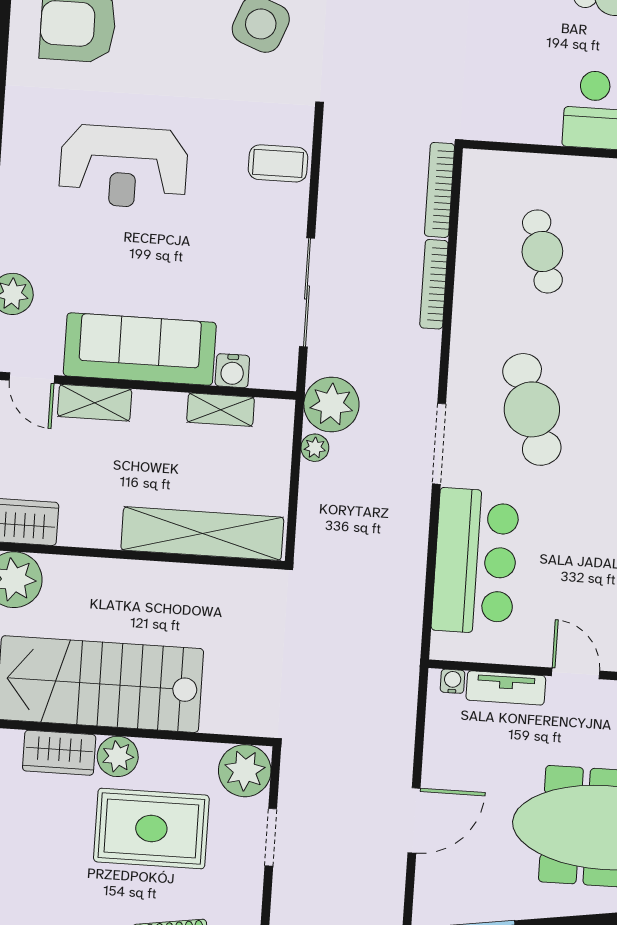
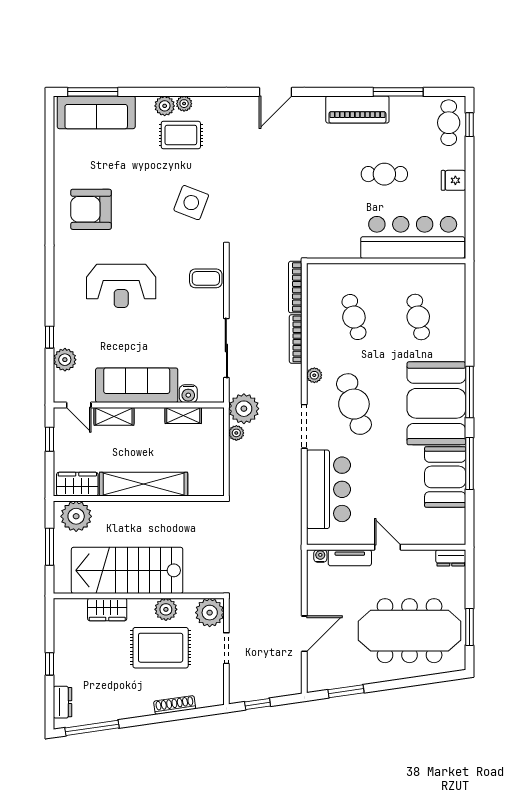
plant: (463, 352) -> (314, 375), added
shelving: (202, 534) -> (144, 484), moved
plant: (118, 756) -> (166, 609), moved

